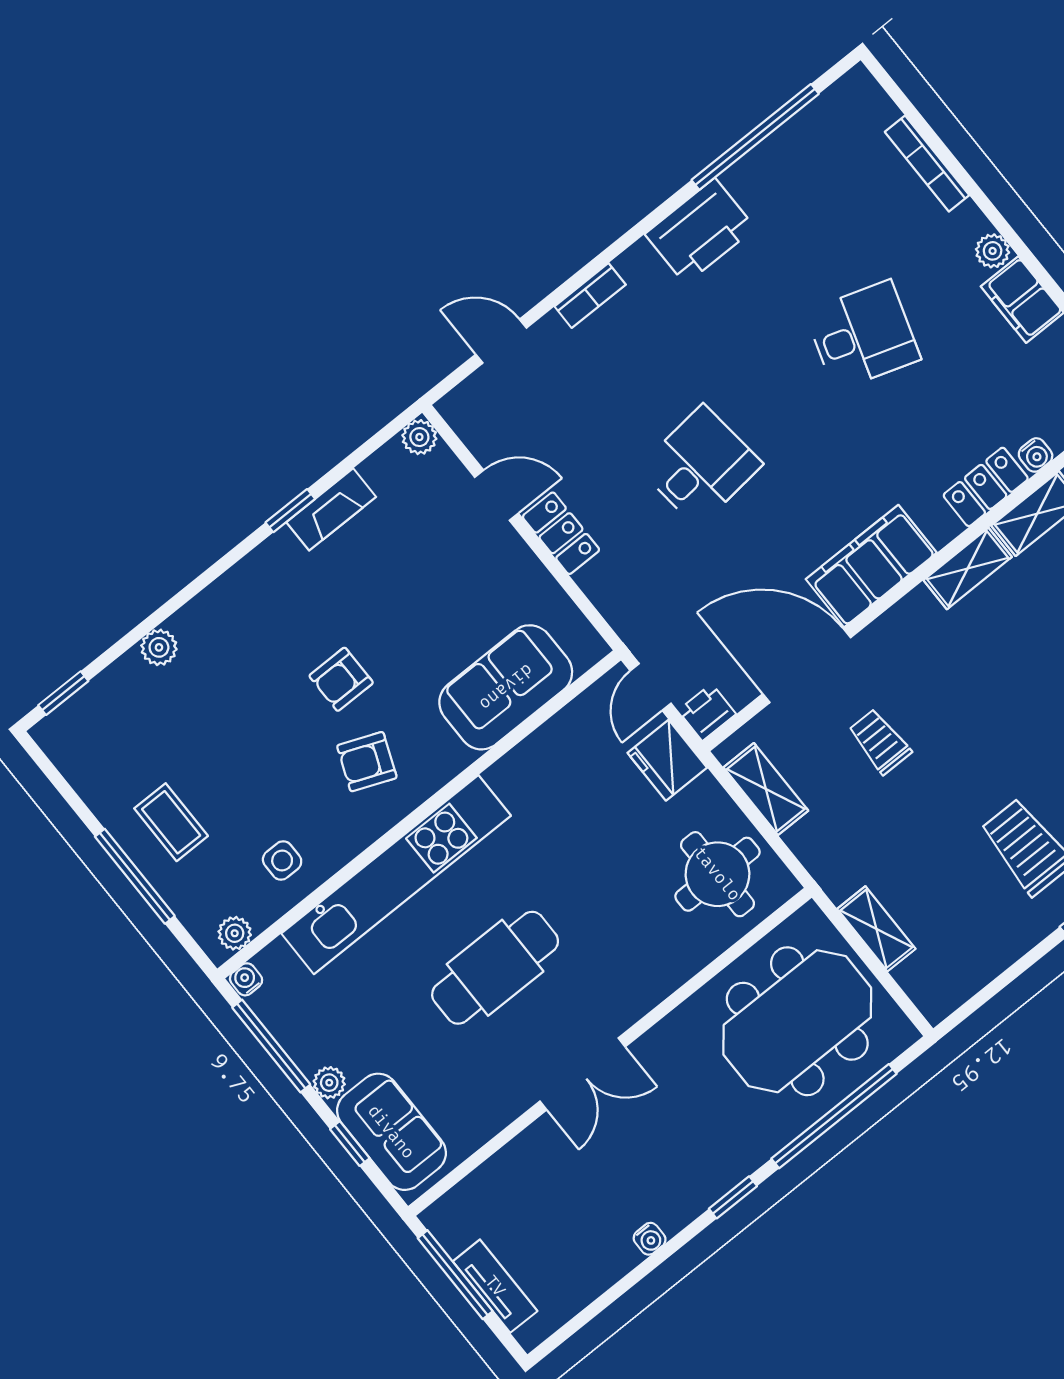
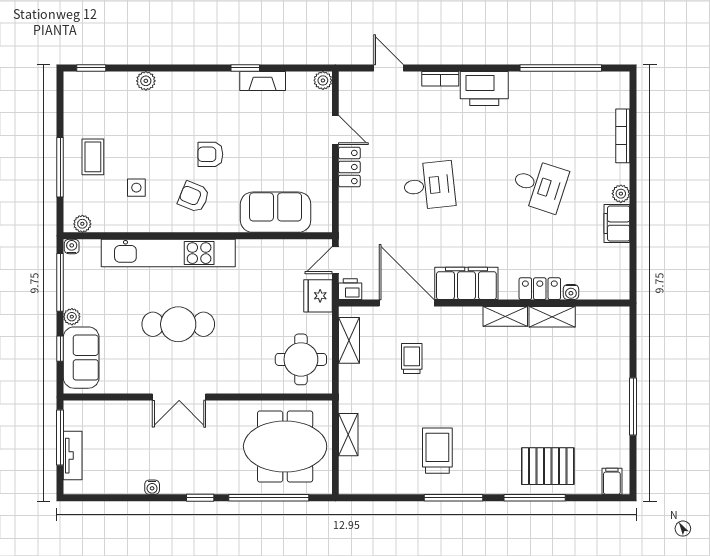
printer: (700, 231) -> (484, 89), moved
side table: (282, 860) -> (136, 188), moved

